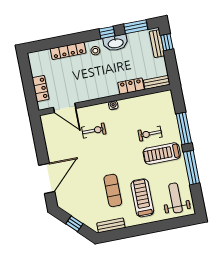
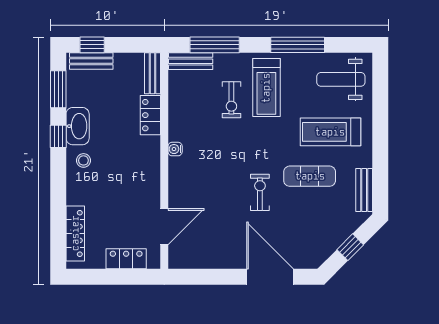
locker: (68, 51) -> (75, 233), moved
bench: (169, 104) -> (191, 61), added
window: (184, 128) -> (215, 45), moved
exercise bike: (94, 131) -> (260, 192), moved

